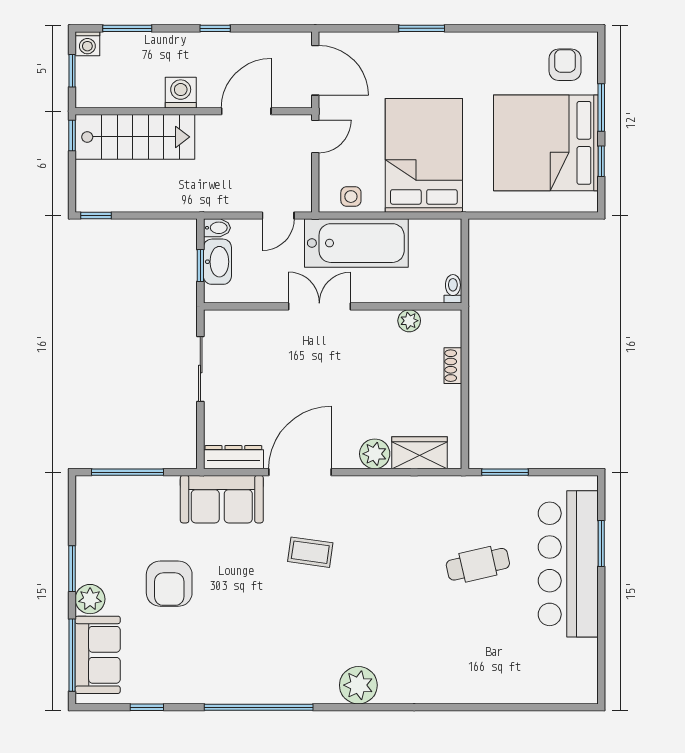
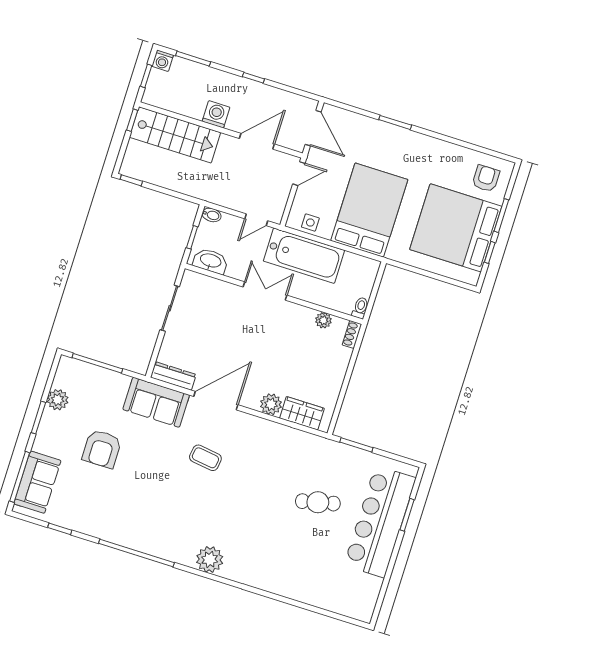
washbasin: (217, 262) -> (210, 261), moved, turned -90
shoe rack: (453, 366) -> (352, 335), moved
plant: (90, 599) -> (58, 400), moved

